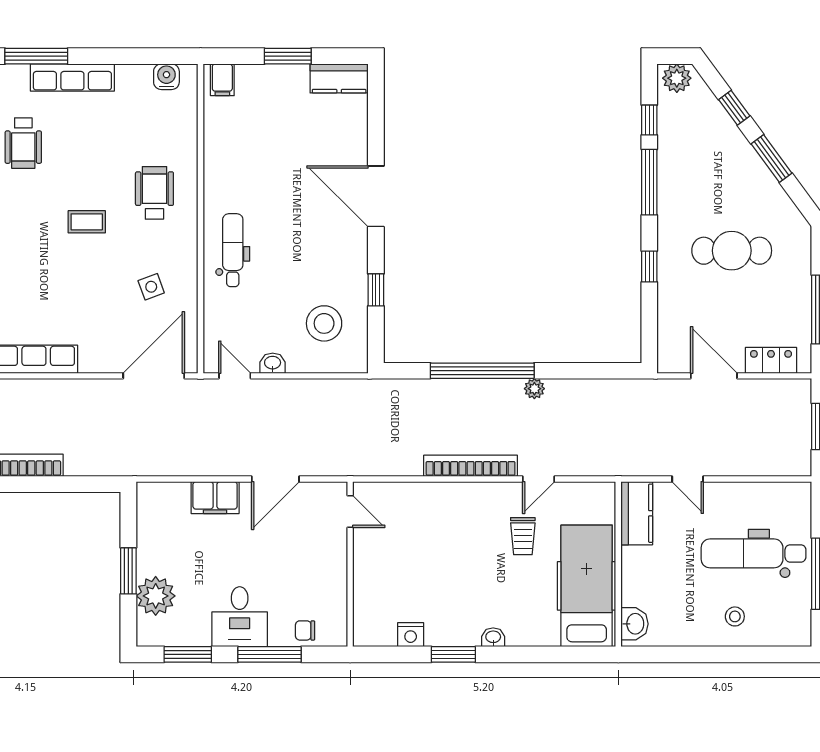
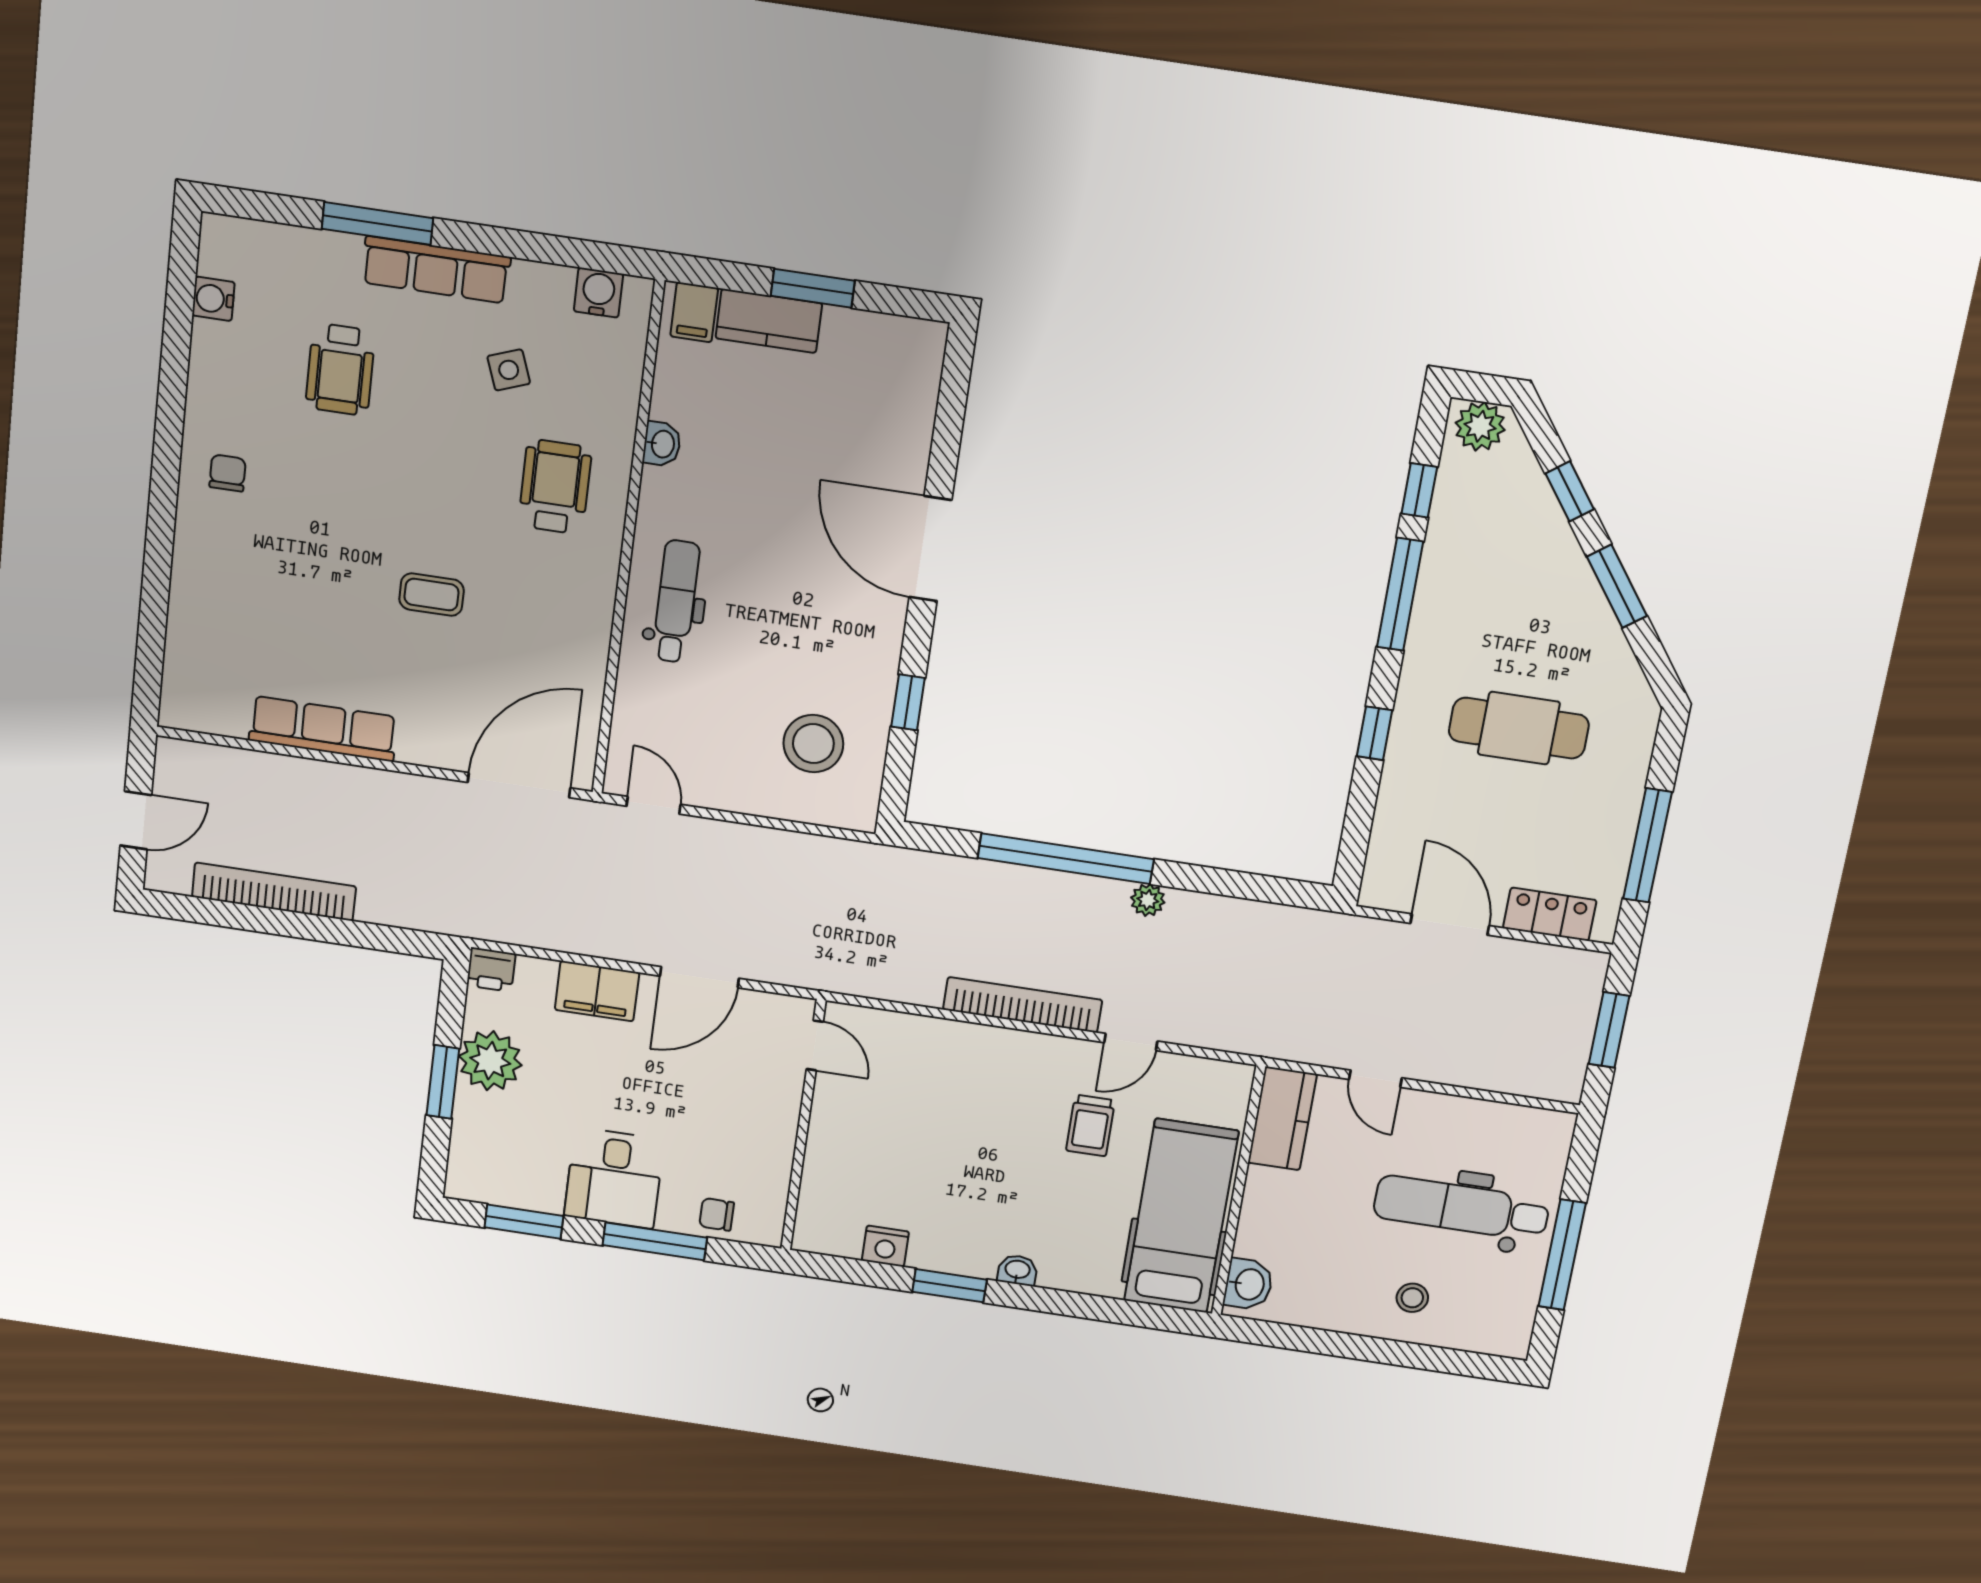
kitchen counter: (339, 78) -> (769, 321), moved
coffee table: (87, 222) -> (432, 595), moved
side table: (151, 287) -> (509, 370), moved
washbasin: (273, 363) -> (662, 444), moved, turned 90
printer: (150, 494) -> (491, 970), added
plant: (156, 596) -> (490, 1061), moved

